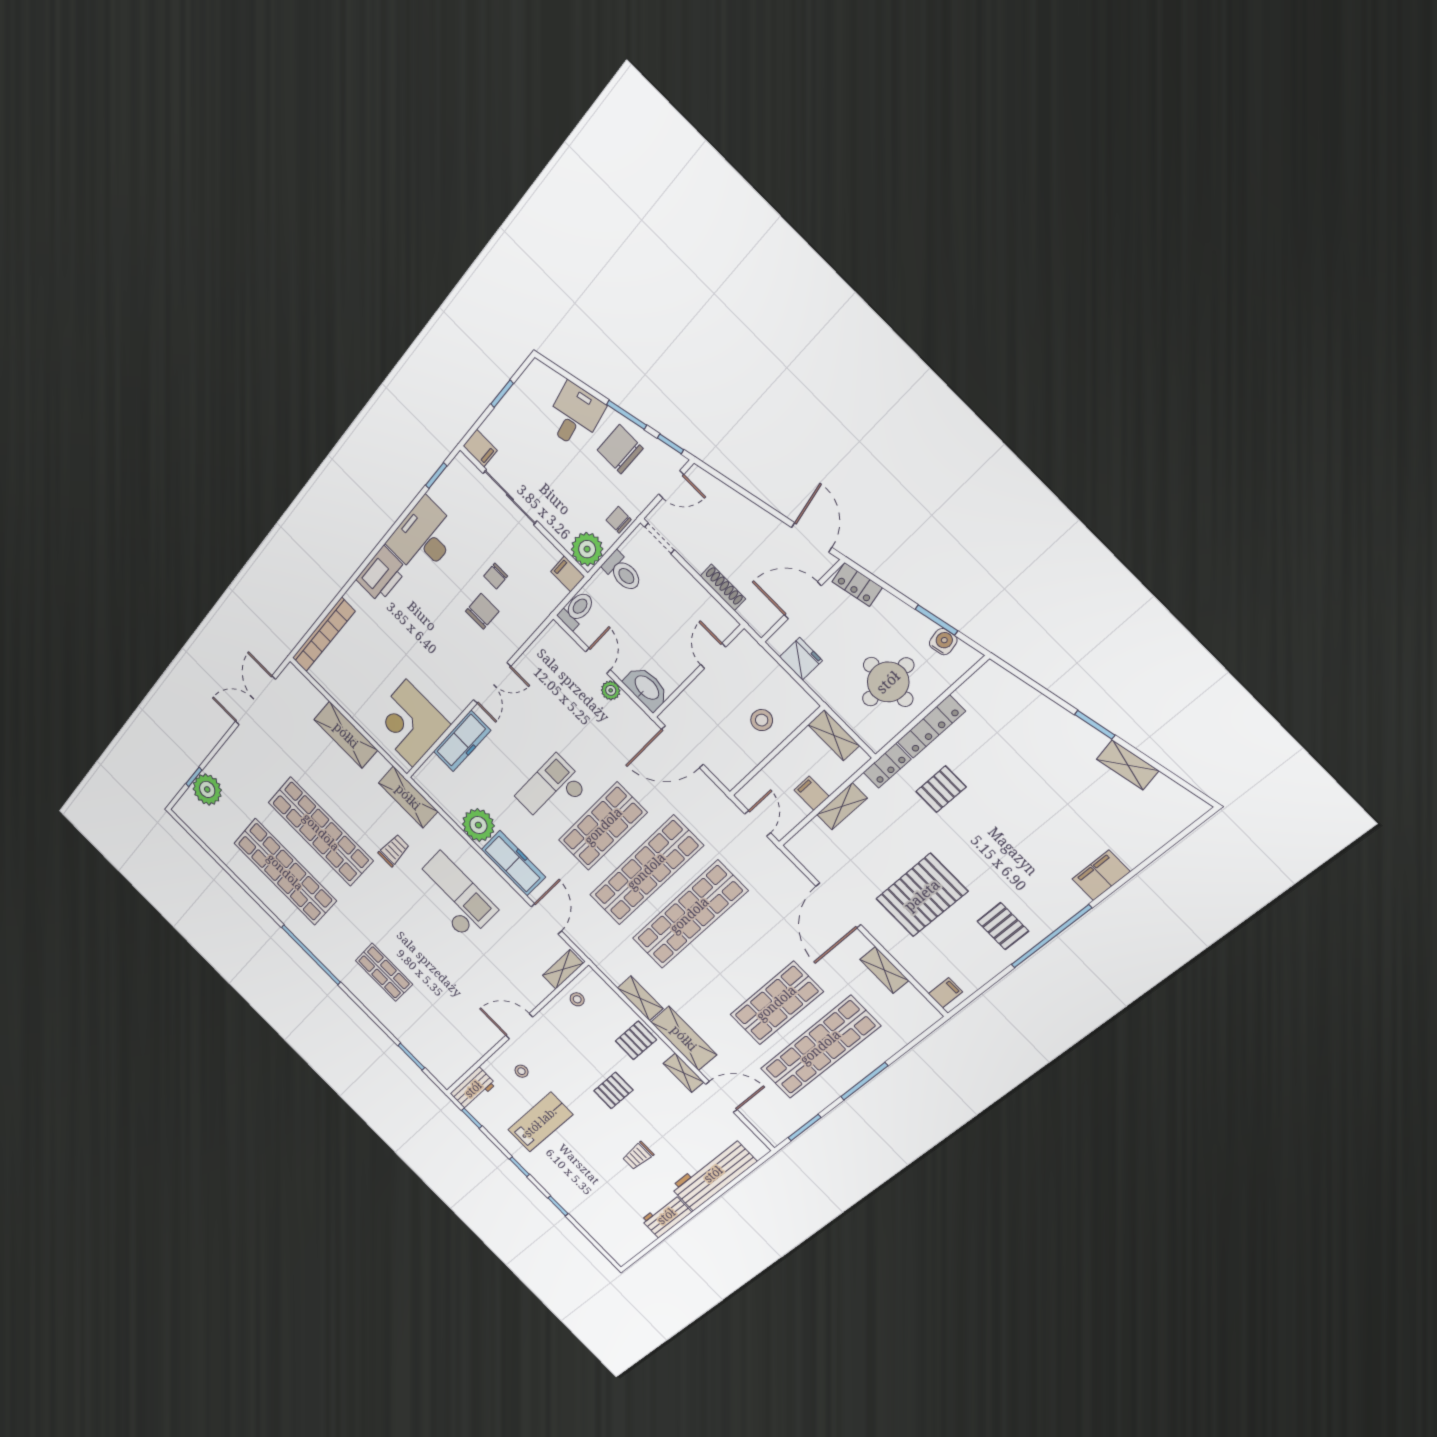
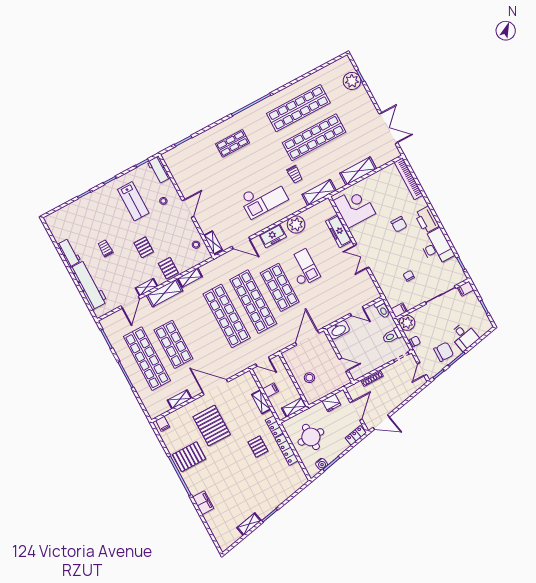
chair: (482, 611) -> (399, 224), moved
plant: (611, 690) -> (342, 313), removed
freezer: (513, 863) -> (273, 236), width x0.71
pallet: (1003, 926) -> (189, 457), width x1.50, depth x1.42

